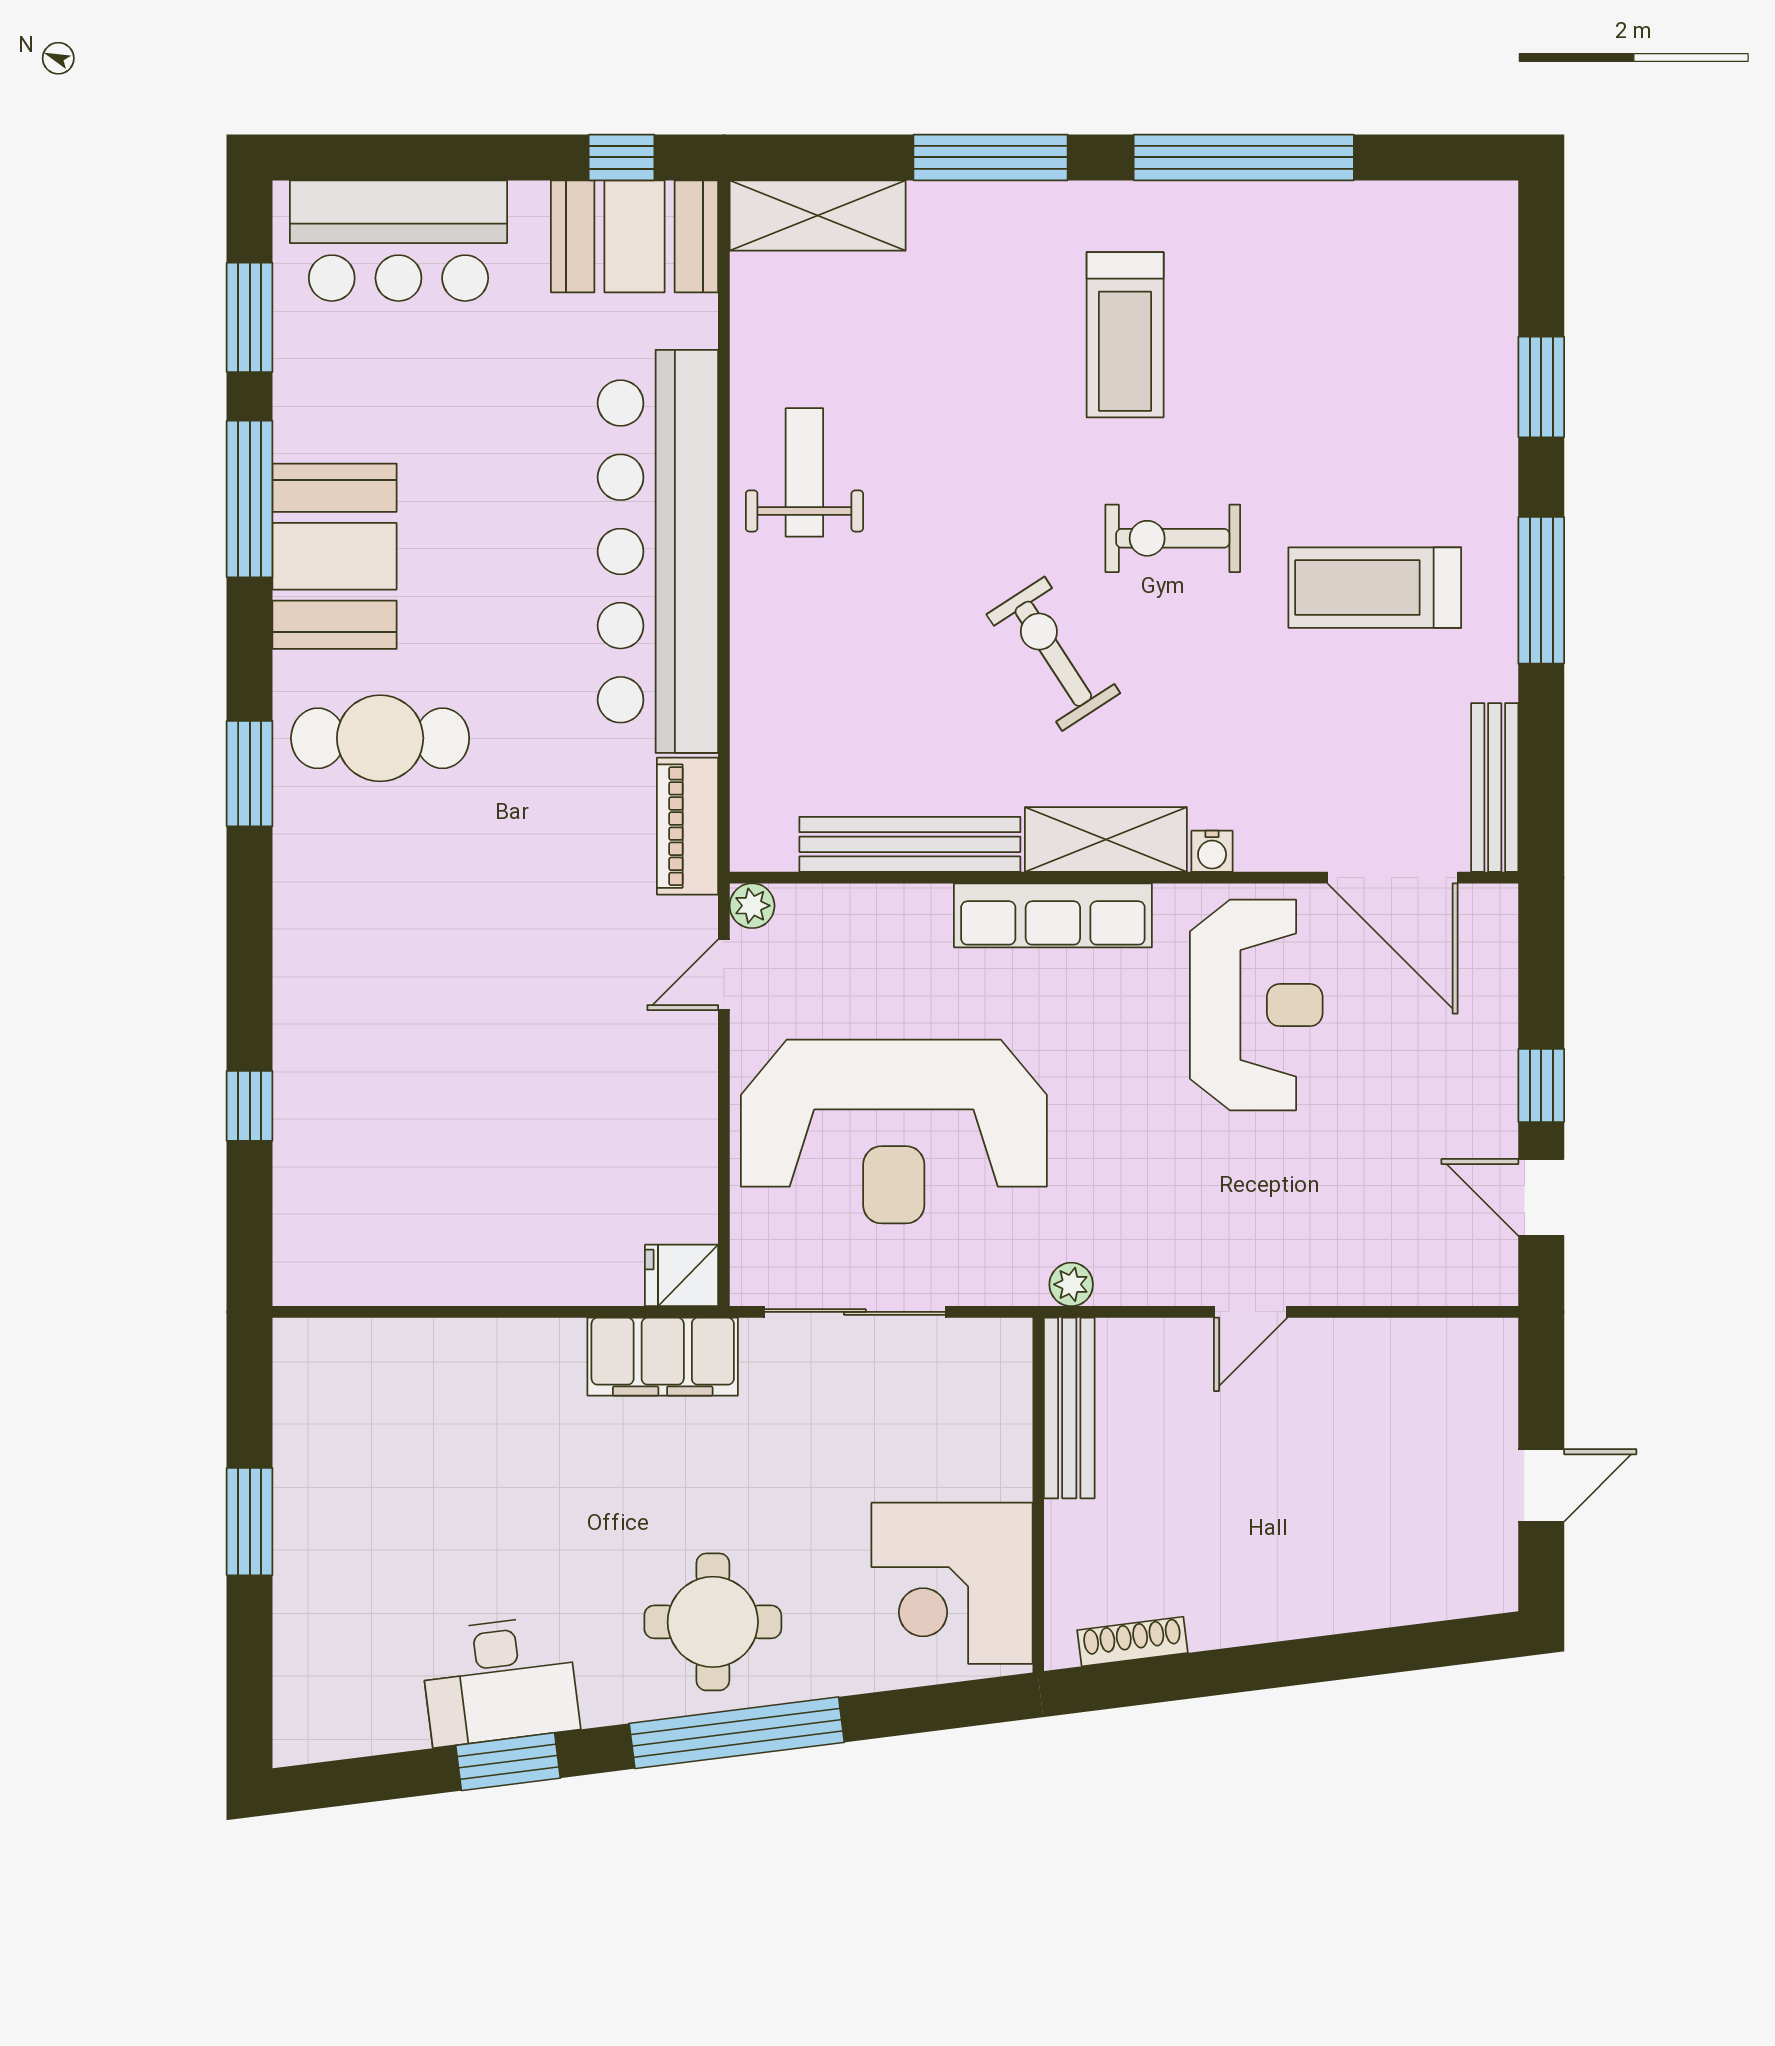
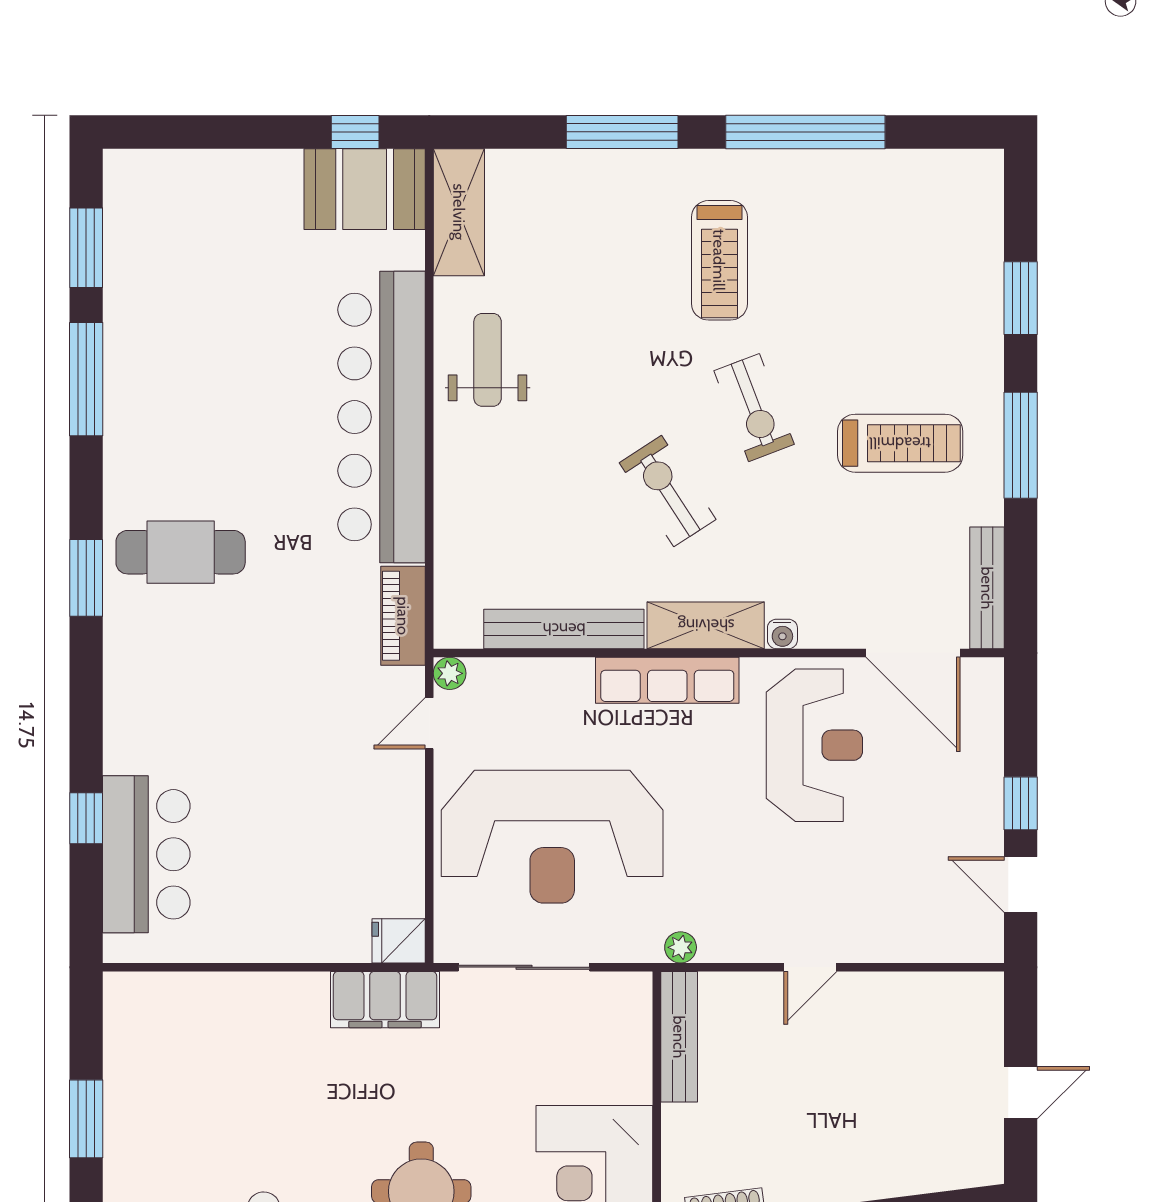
shelving: (818, 215) -> (459, 212), moved, turned 90
bar counter: (398, 241) -> (146, 854), moved, turned -90
exercise bike: (1173, 538) -> (754, 408), turned -111
booth: (335, 556) -> (148, 421), removed
treadmill: (1375, 588) -> (900, 443), turned 180

